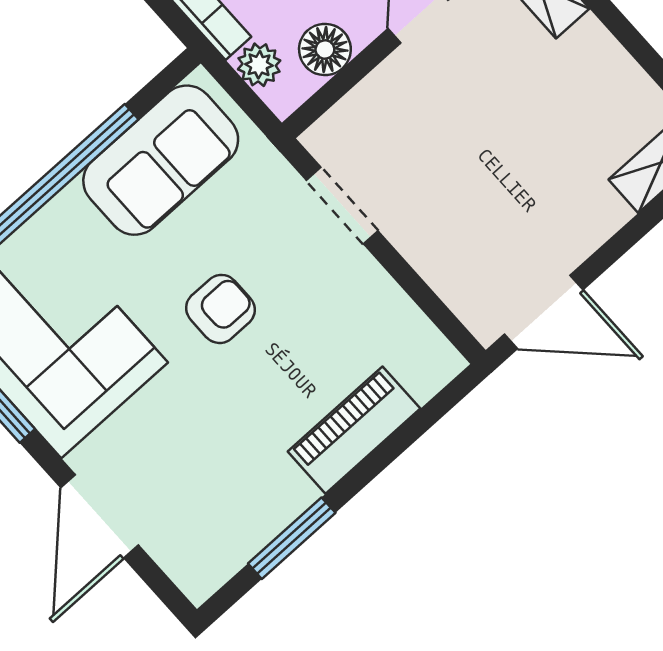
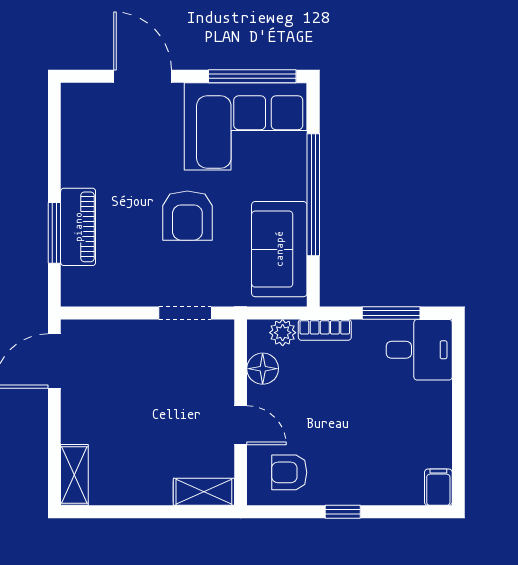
armchair: (220, 309) -> (187, 216), width x1.38, depth x1.38
window: (292, 538) -> (54, 233), moved

